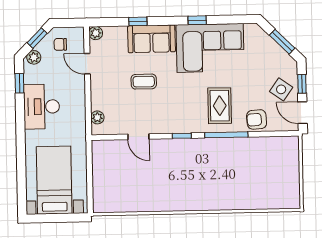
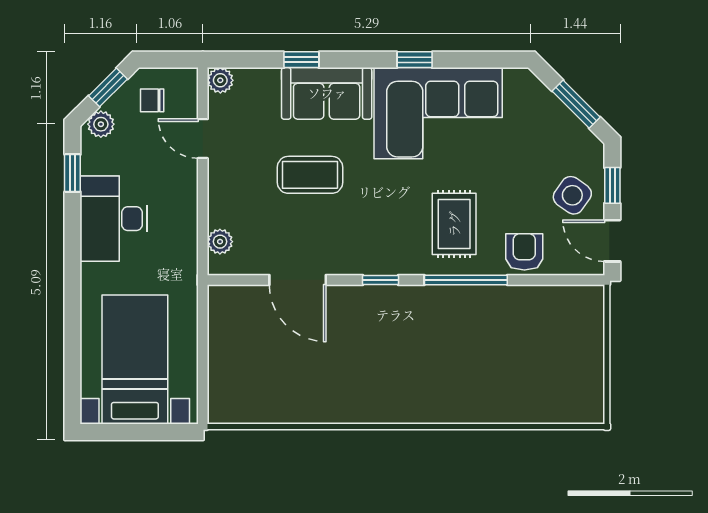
coffee table: (144, 82) -> (310, 175), width x1.36, depth x1.30
armchair: (257, 119) -> (524, 252), turned 94
door: (138, 137) -> (298, 280), width x1.38

